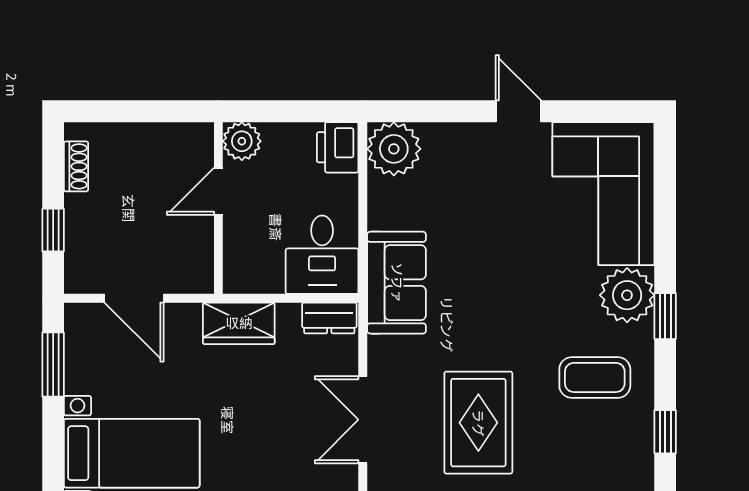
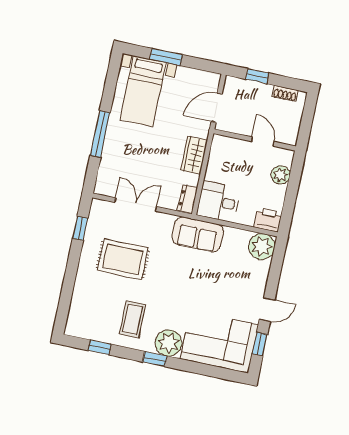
window: (591, 111) -> (260, 344), added
door: (218, 191) -> (263, 142), moved
wall: (218, 208) -> (255, 140), moved
window: (53, 365) -> (166, 57), moved

